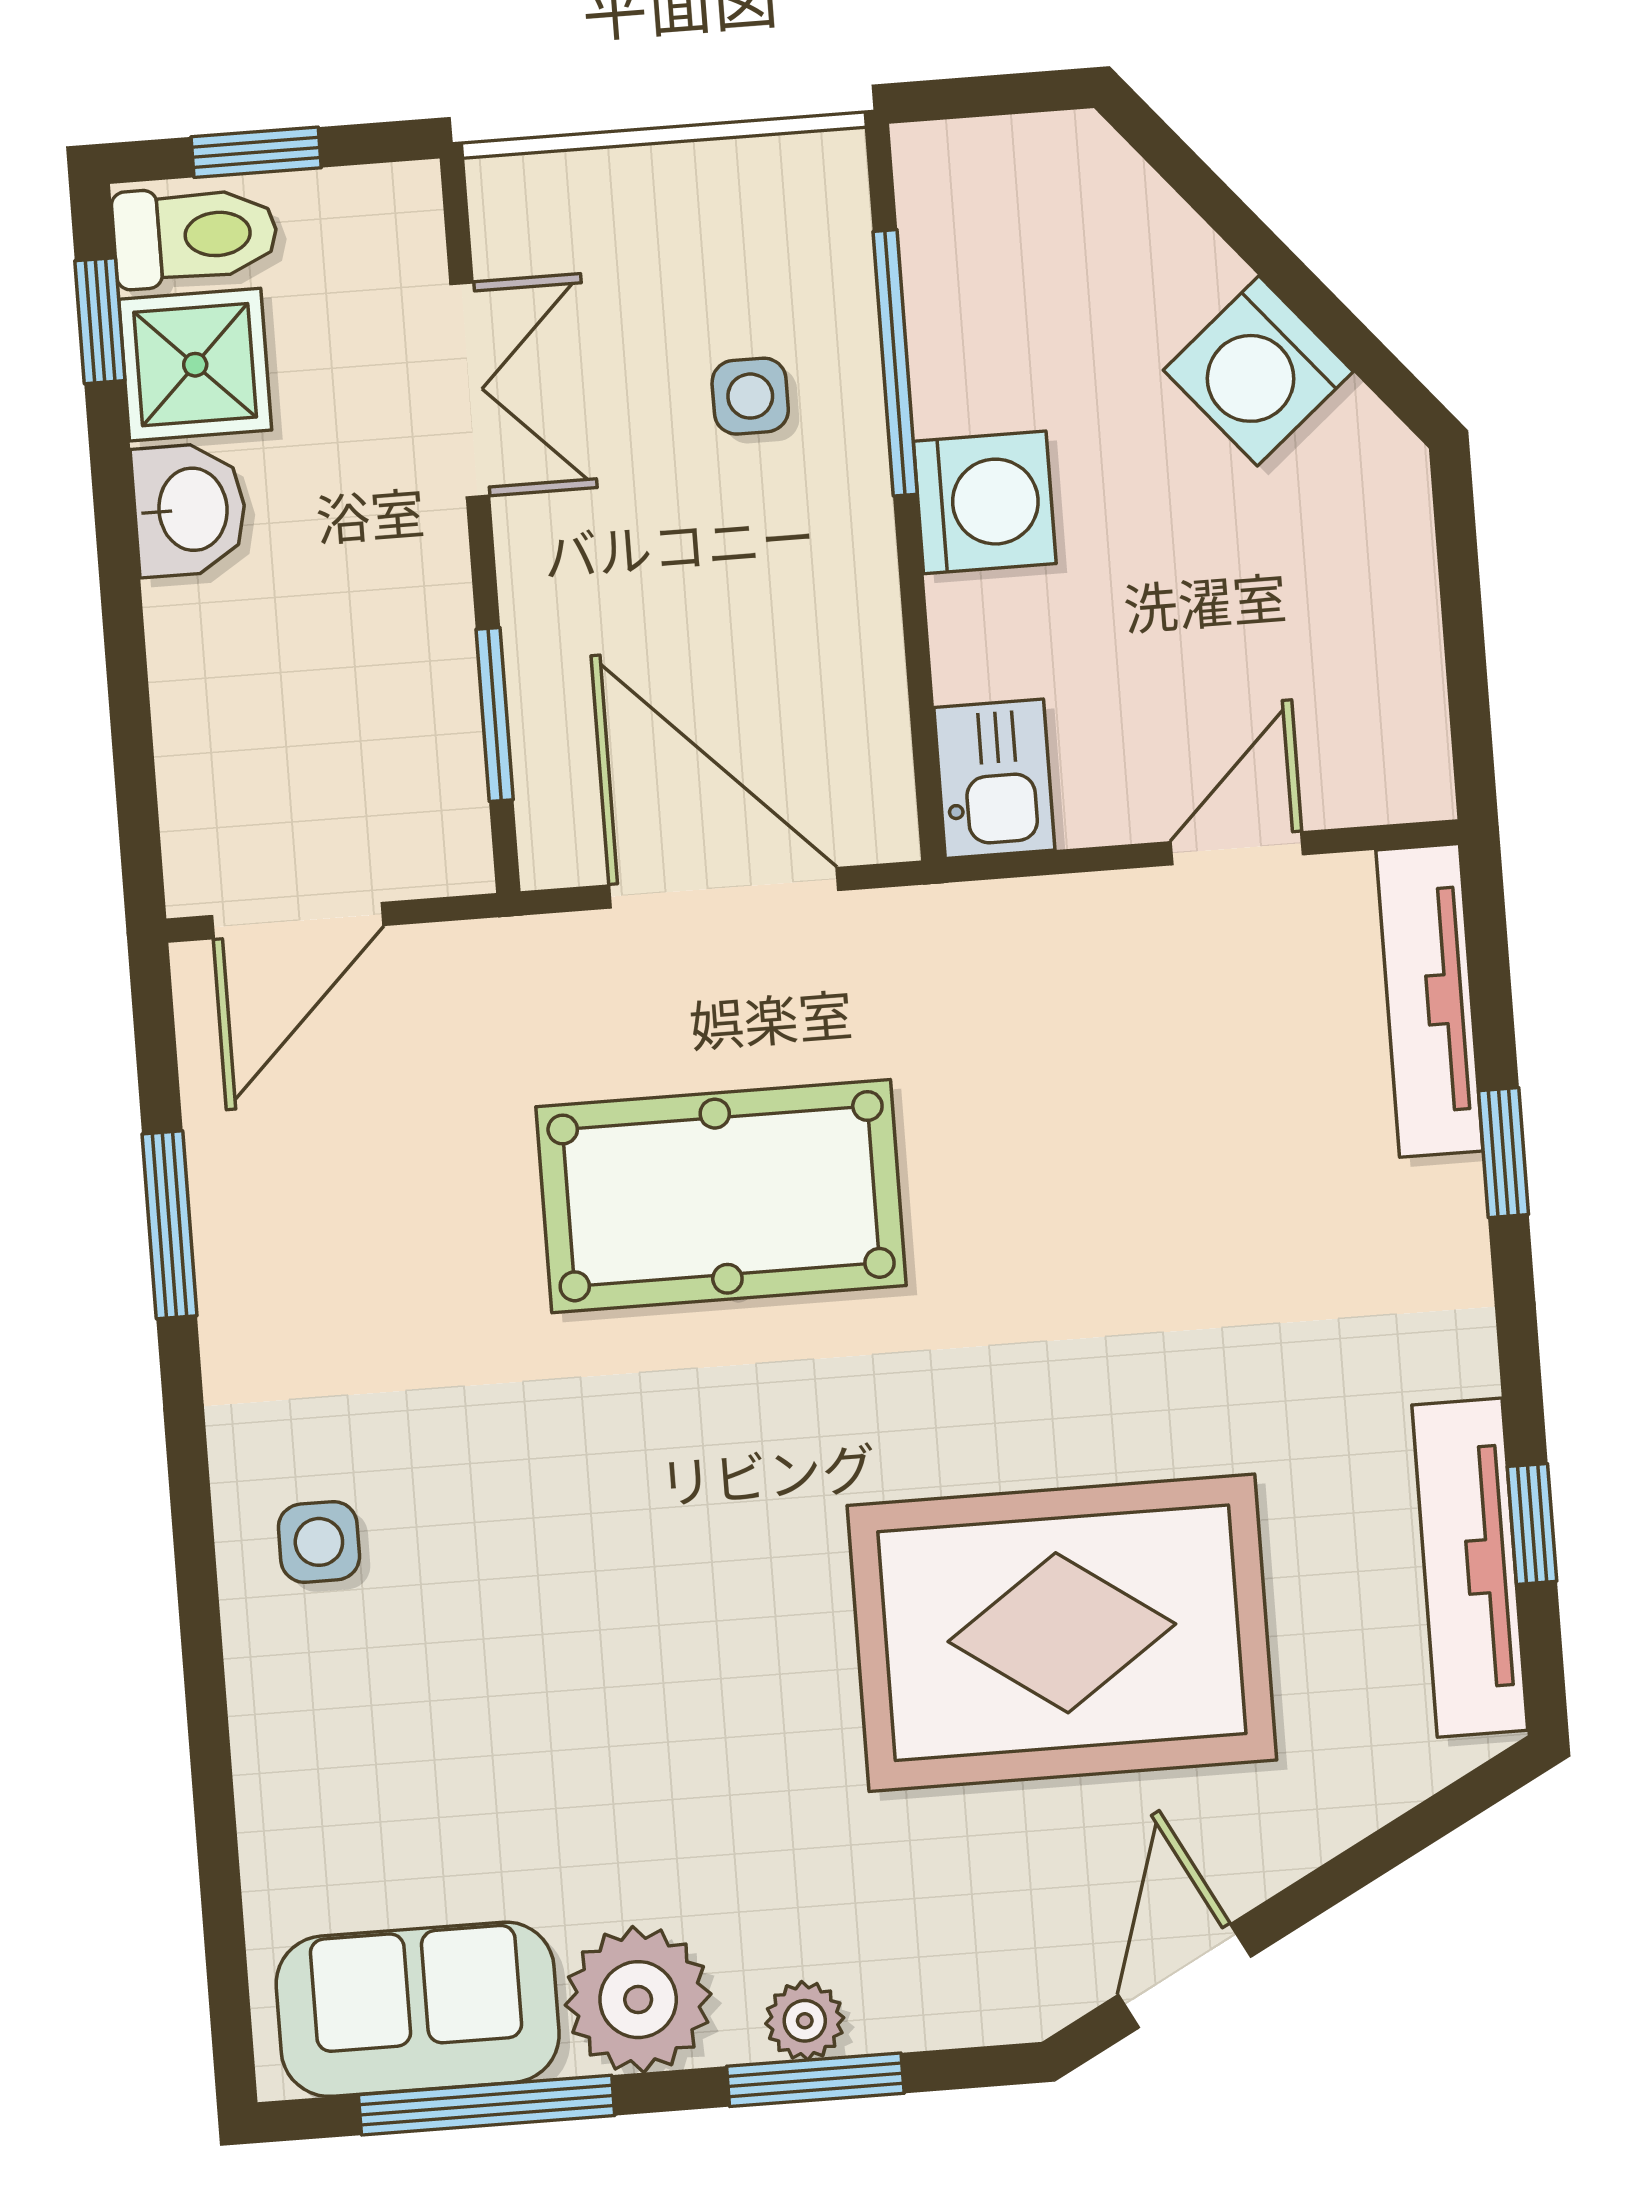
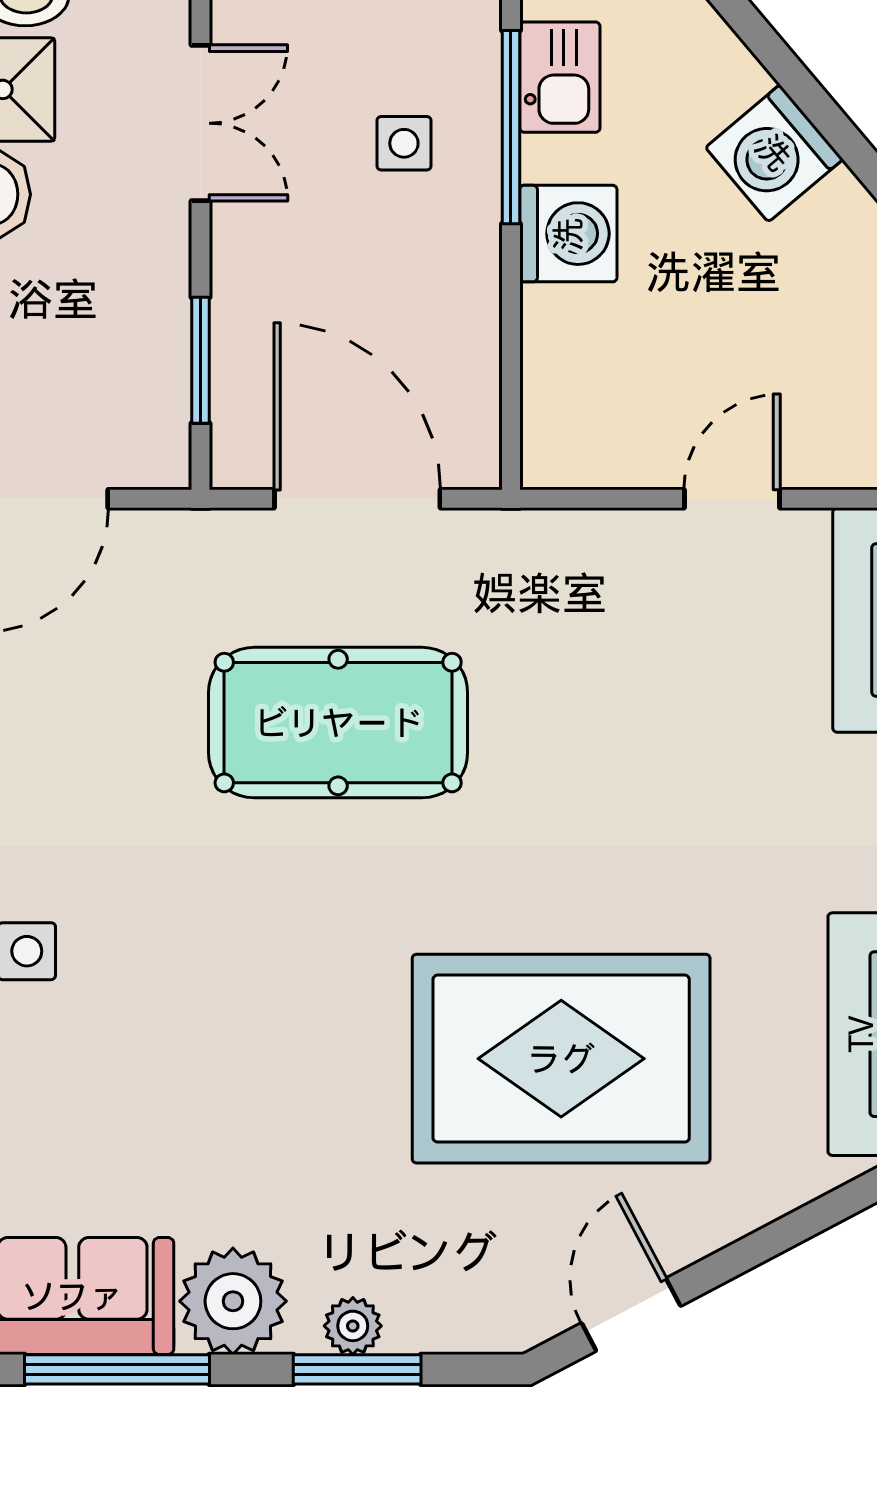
kitchen sink: (994, 779) -> (560, 77), moved

